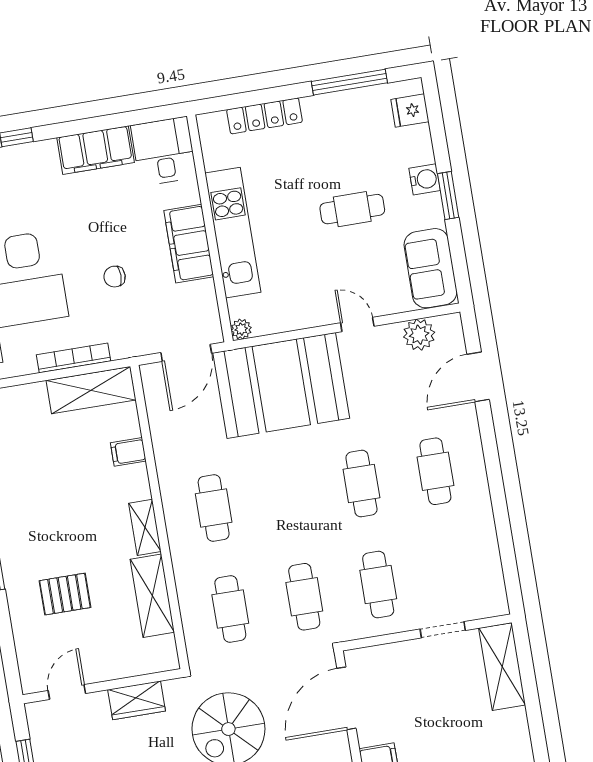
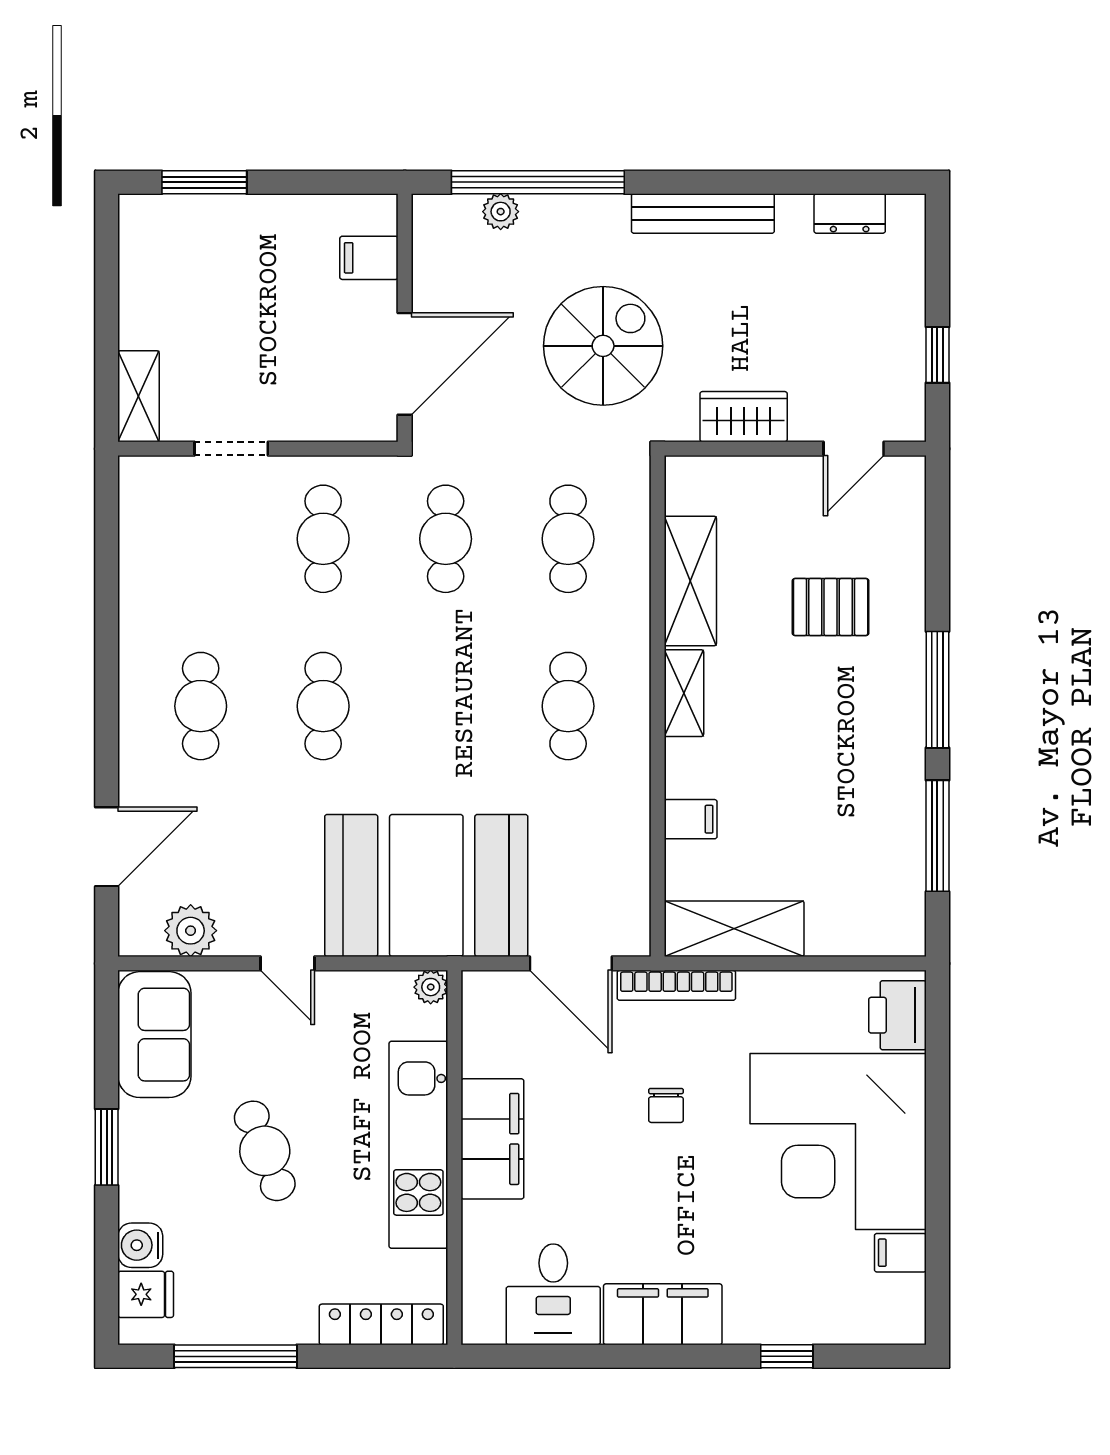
water cooler: (425, 179) -> (140, 1245), moved
cafe table: (352, 209) -> (265, 1151), turned 69
wall: (210, 228) -> (454, 1158), moved
kitchen unit: (233, 233) -> (418, 1145), moved
filing cabinet: (189, 244) -> (492, 1139), moved
chair: (115, 277) -> (666, 1105), turned 90
plant: (241, 329) -> (431, 987), moved
door: (186, 353) -> (571, 963), swing flipped
bookcase: (74, 358) -> (676, 985), moved
shelving: (502, 667) -> (138, 396), width x0.67, depth x0.75

